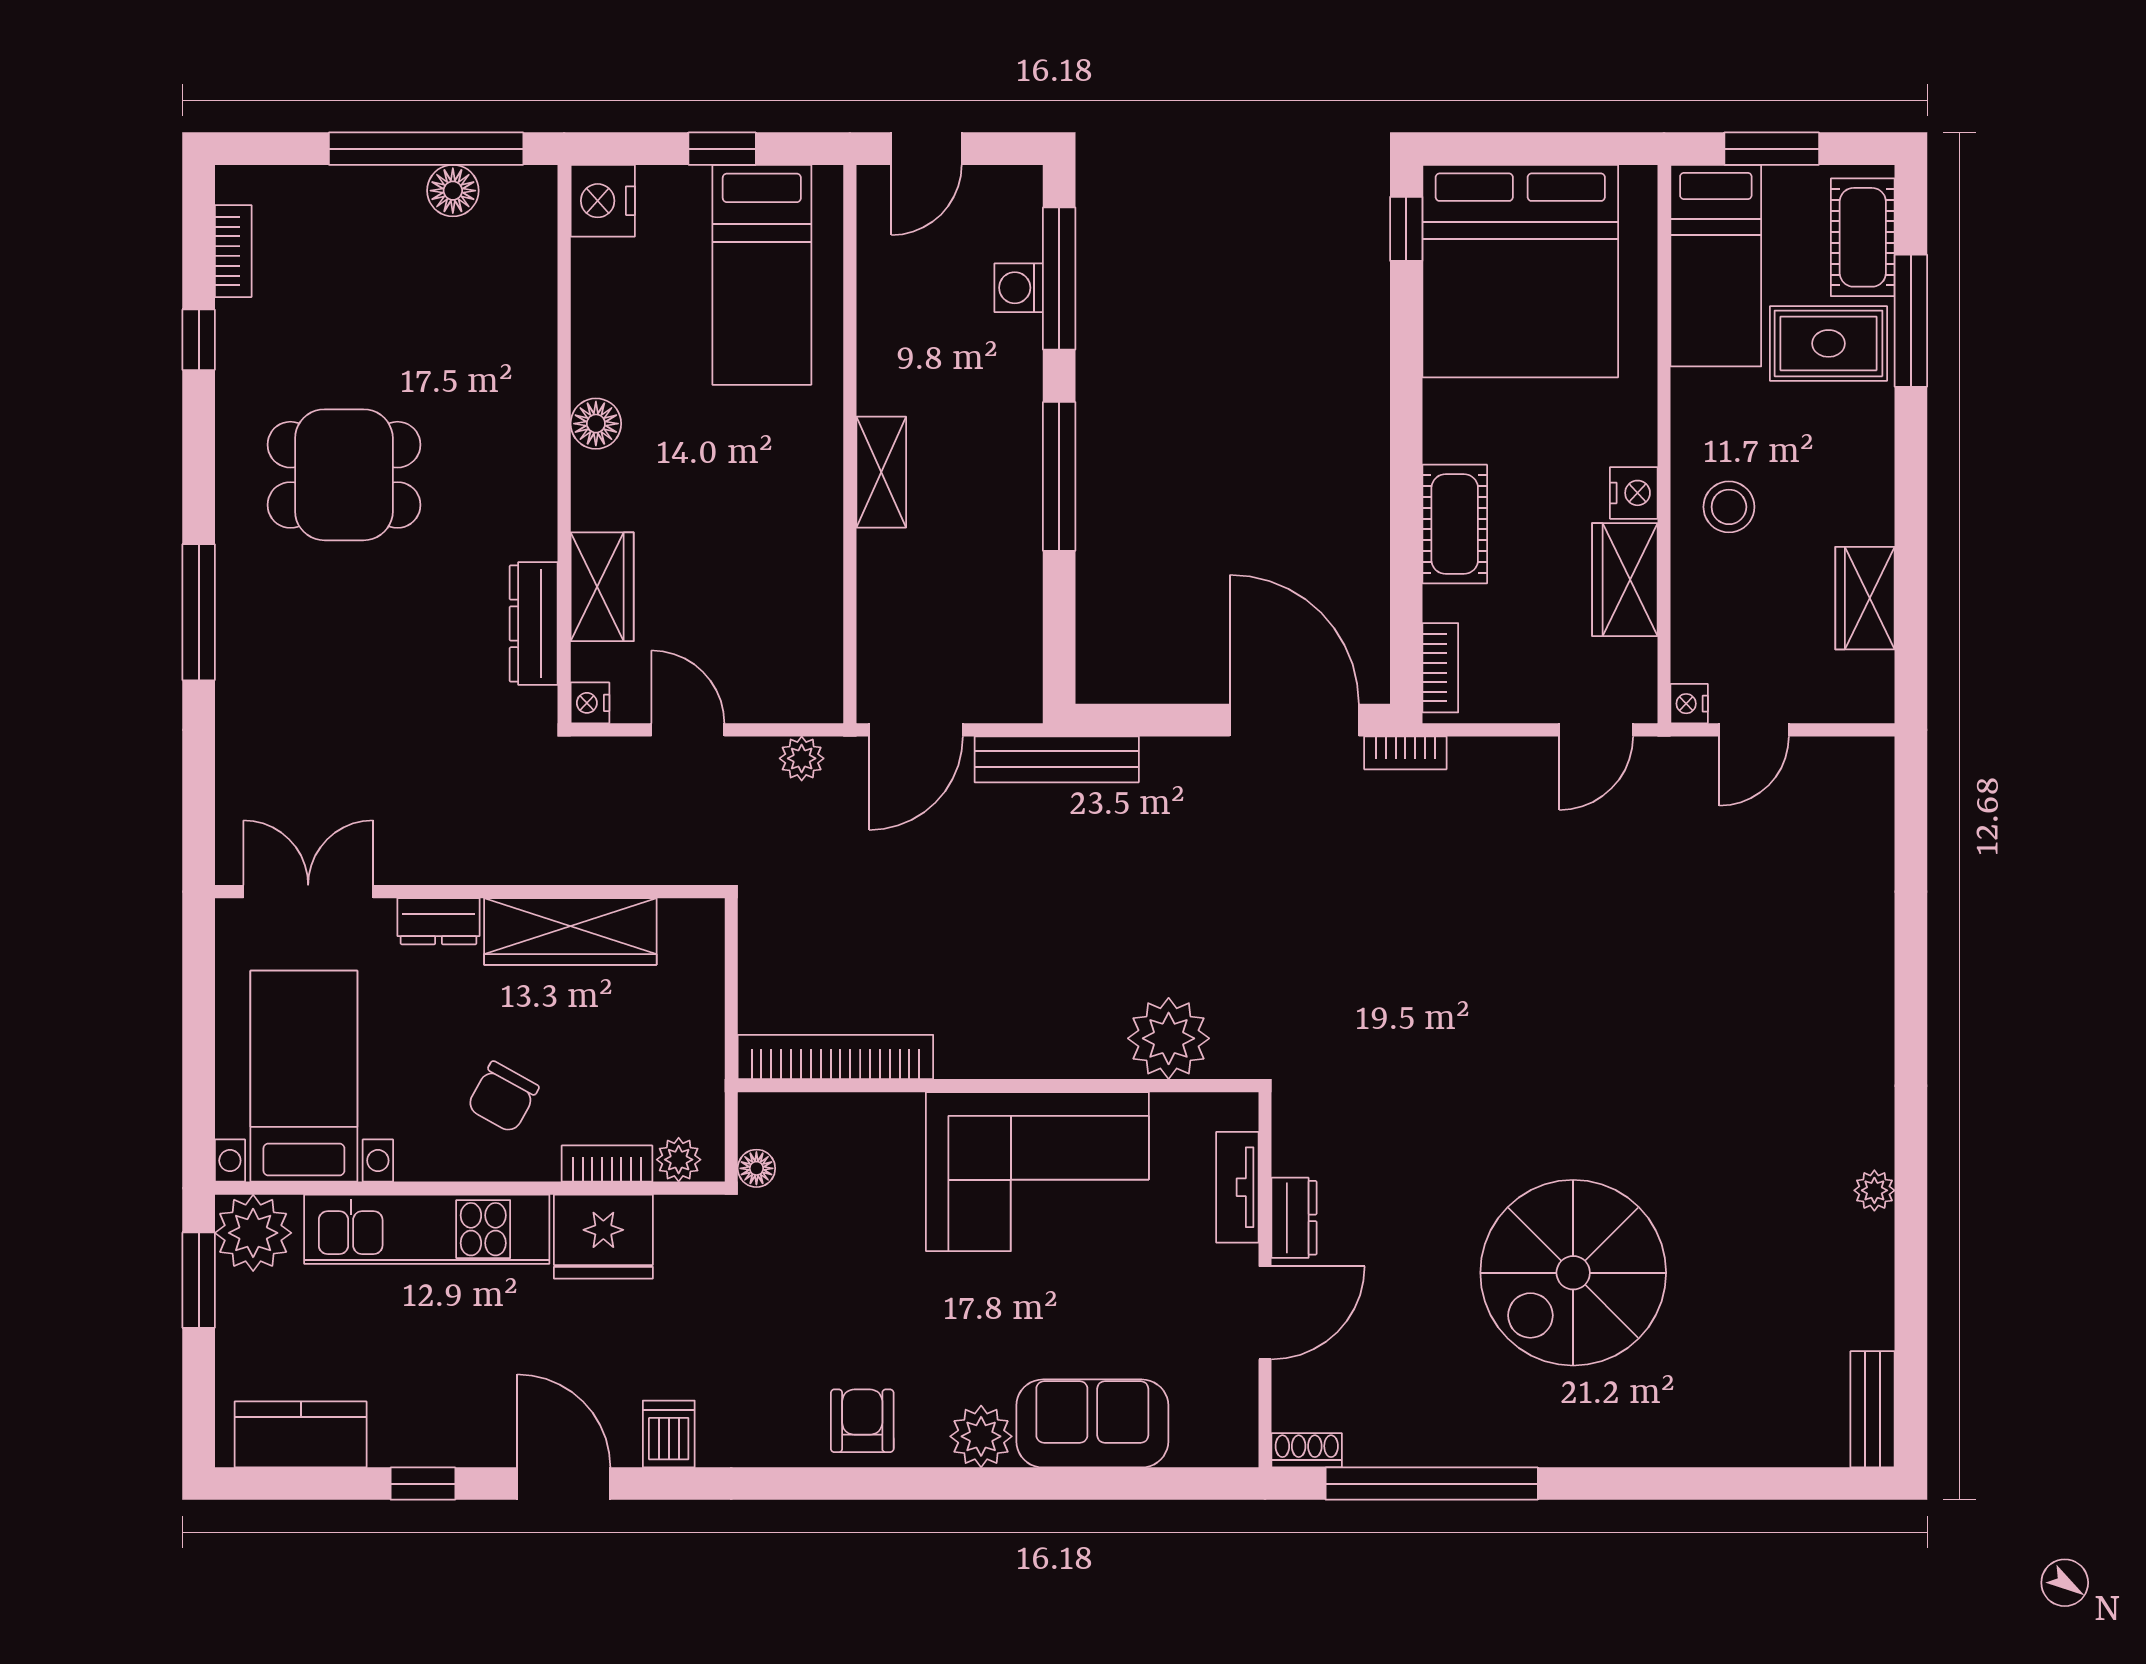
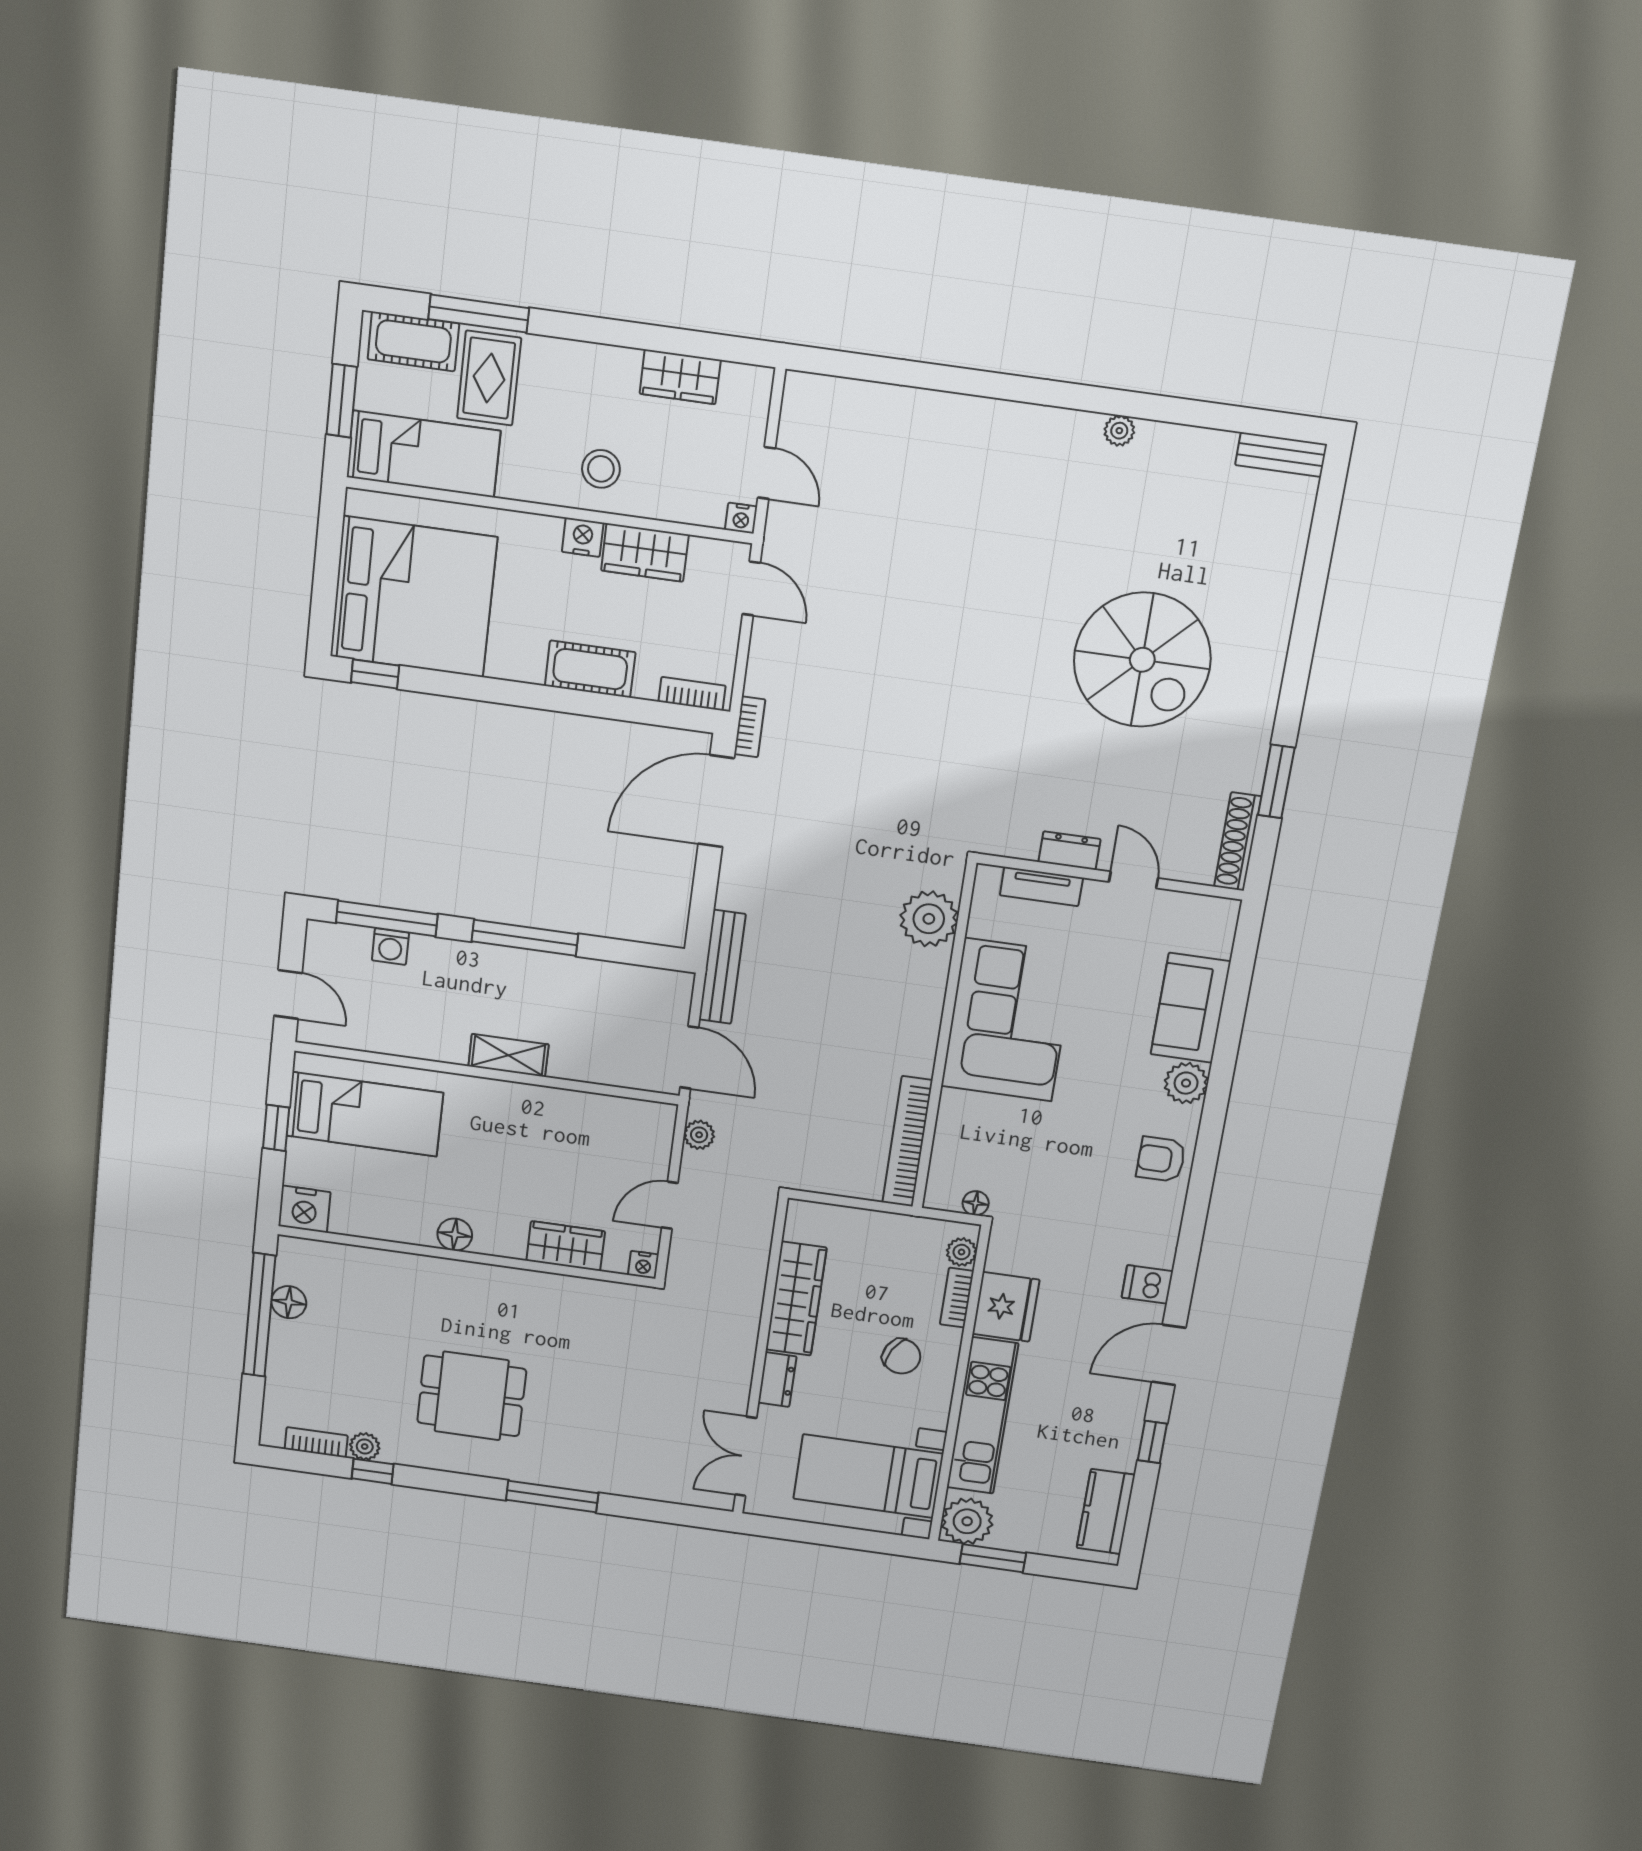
plant: (237, 324) -> (365, 1446), added
dining table: (344, 475) -> (472, 1396), turned 90
dresser: (534, 623) -> (585, 1293), removed
door: (1265, 1313) -> (1133, 880), width x0.73
shoe rack: (1307, 1450) -> (1238, 842), width x1.94, depth x1.24
window: (1432, 1484) -> (1276, 781), width x0.47

